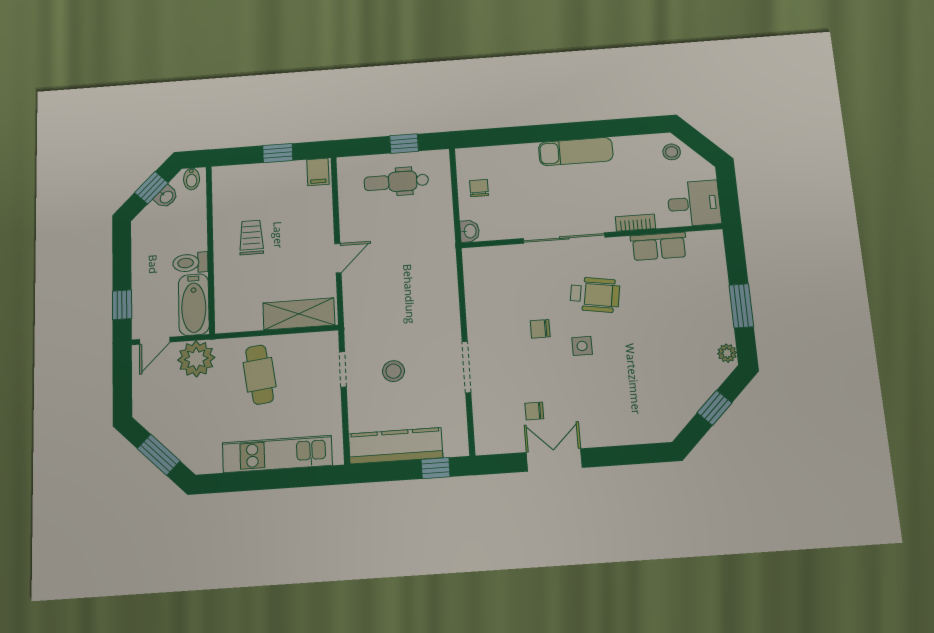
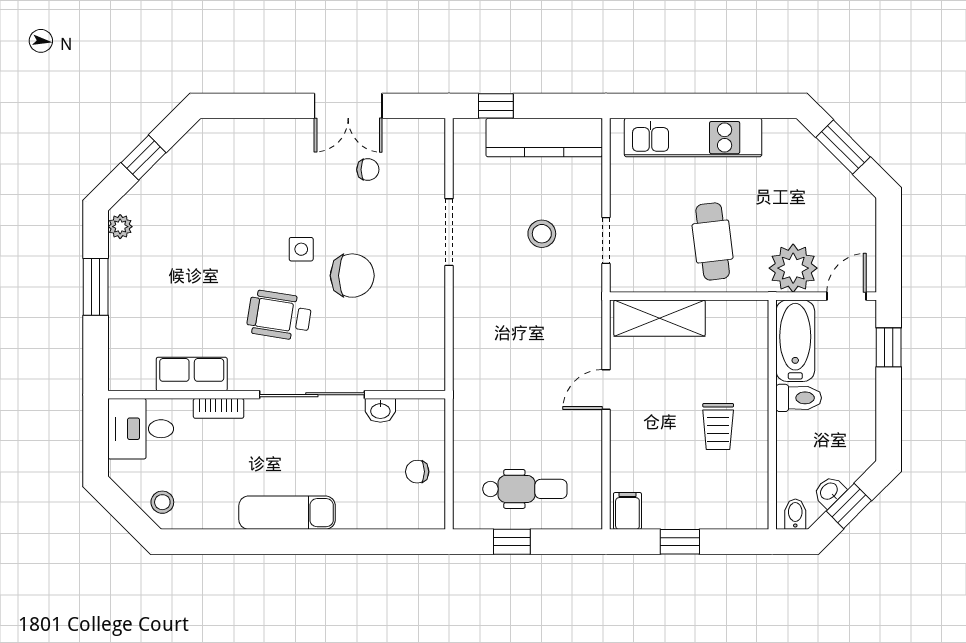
chair: (479, 188) -> (417, 472), turned 90
washbasin: (470, 231) -> (380, 410), moved, turned -90
chair: (540, 329) -> (352, 276), width x1.87, depth x1.87

